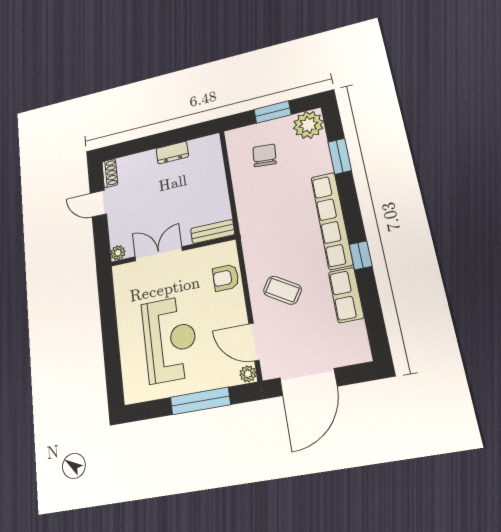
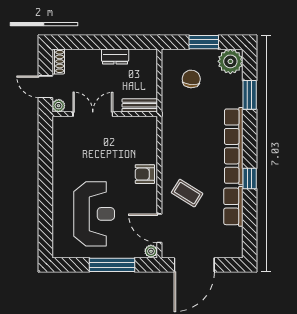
bench: (213, 232) -> (140, 105), moved
wall: (172, 251) -> (105, 114), moved
plant: (118, 253) -> (59, 106), moved
double door: (159, 254) -> (93, 114), moved

